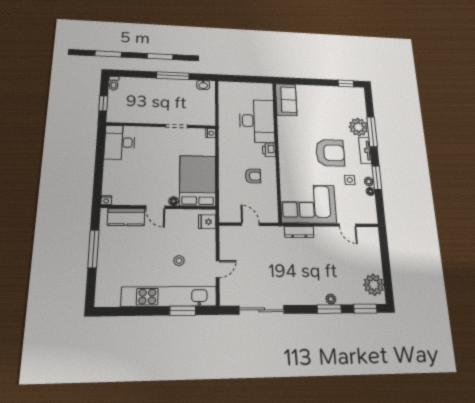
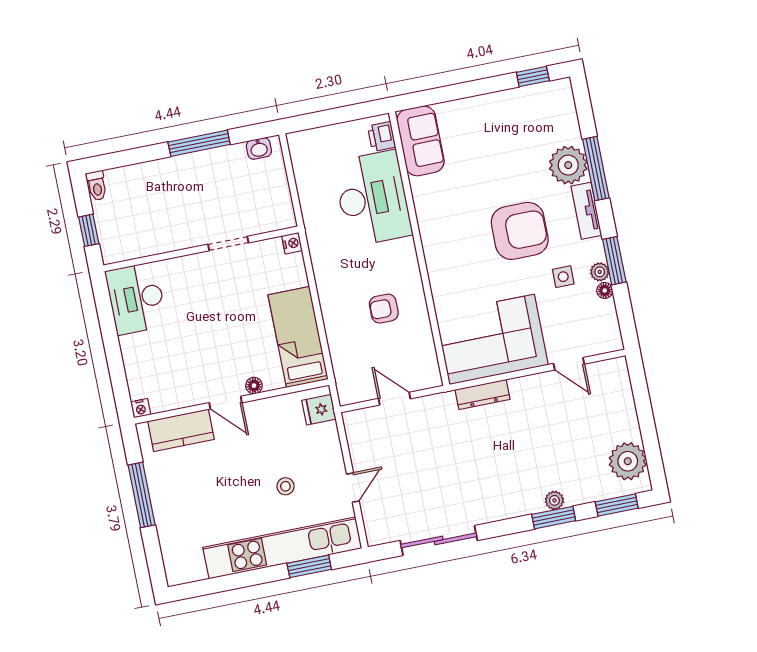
printer: (269, 150) -> (382, 137), moved
armchair: (253, 176) -> (384, 309), turned 180
bed: (198, 181) -> (298, 337), width x0.67

